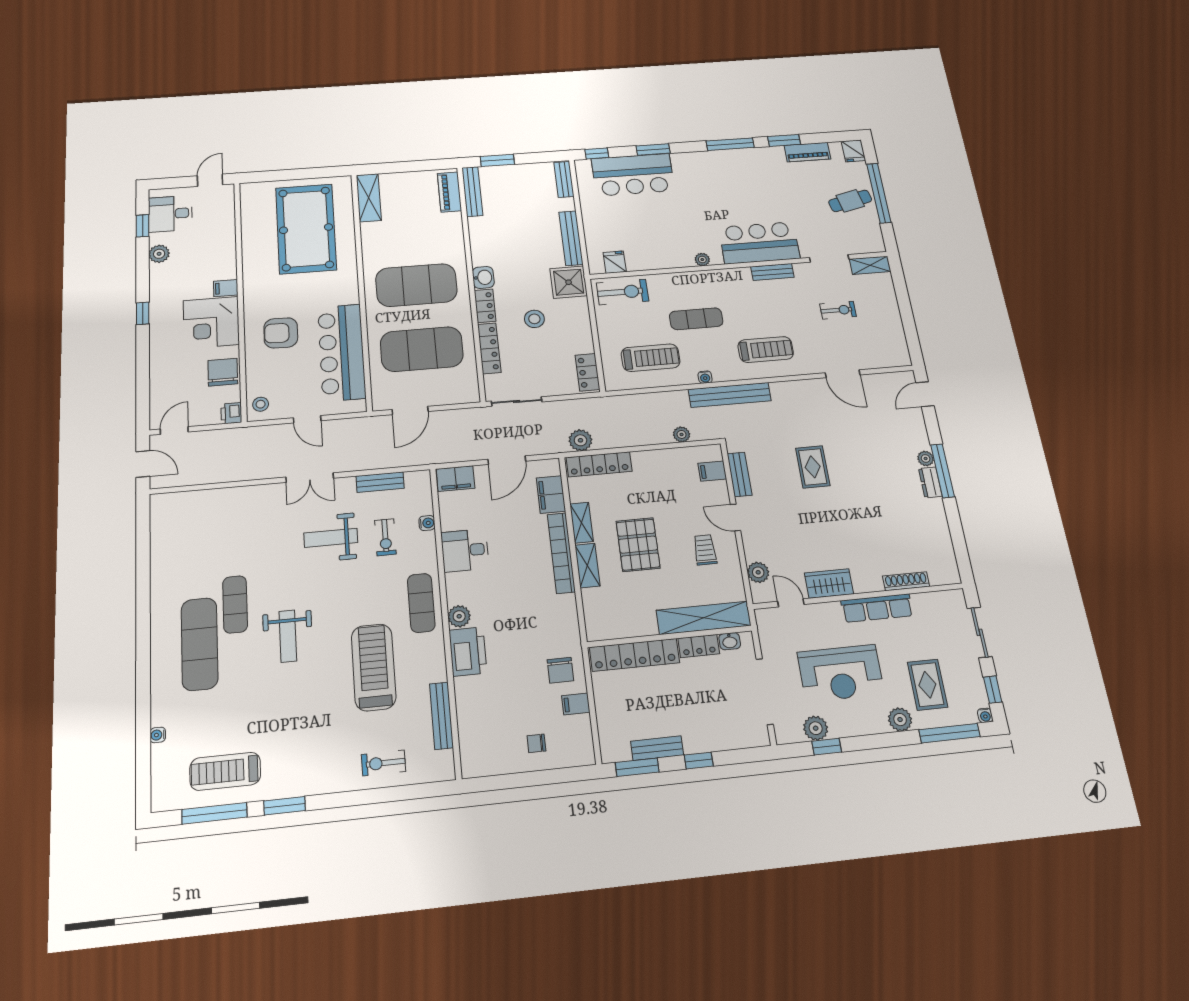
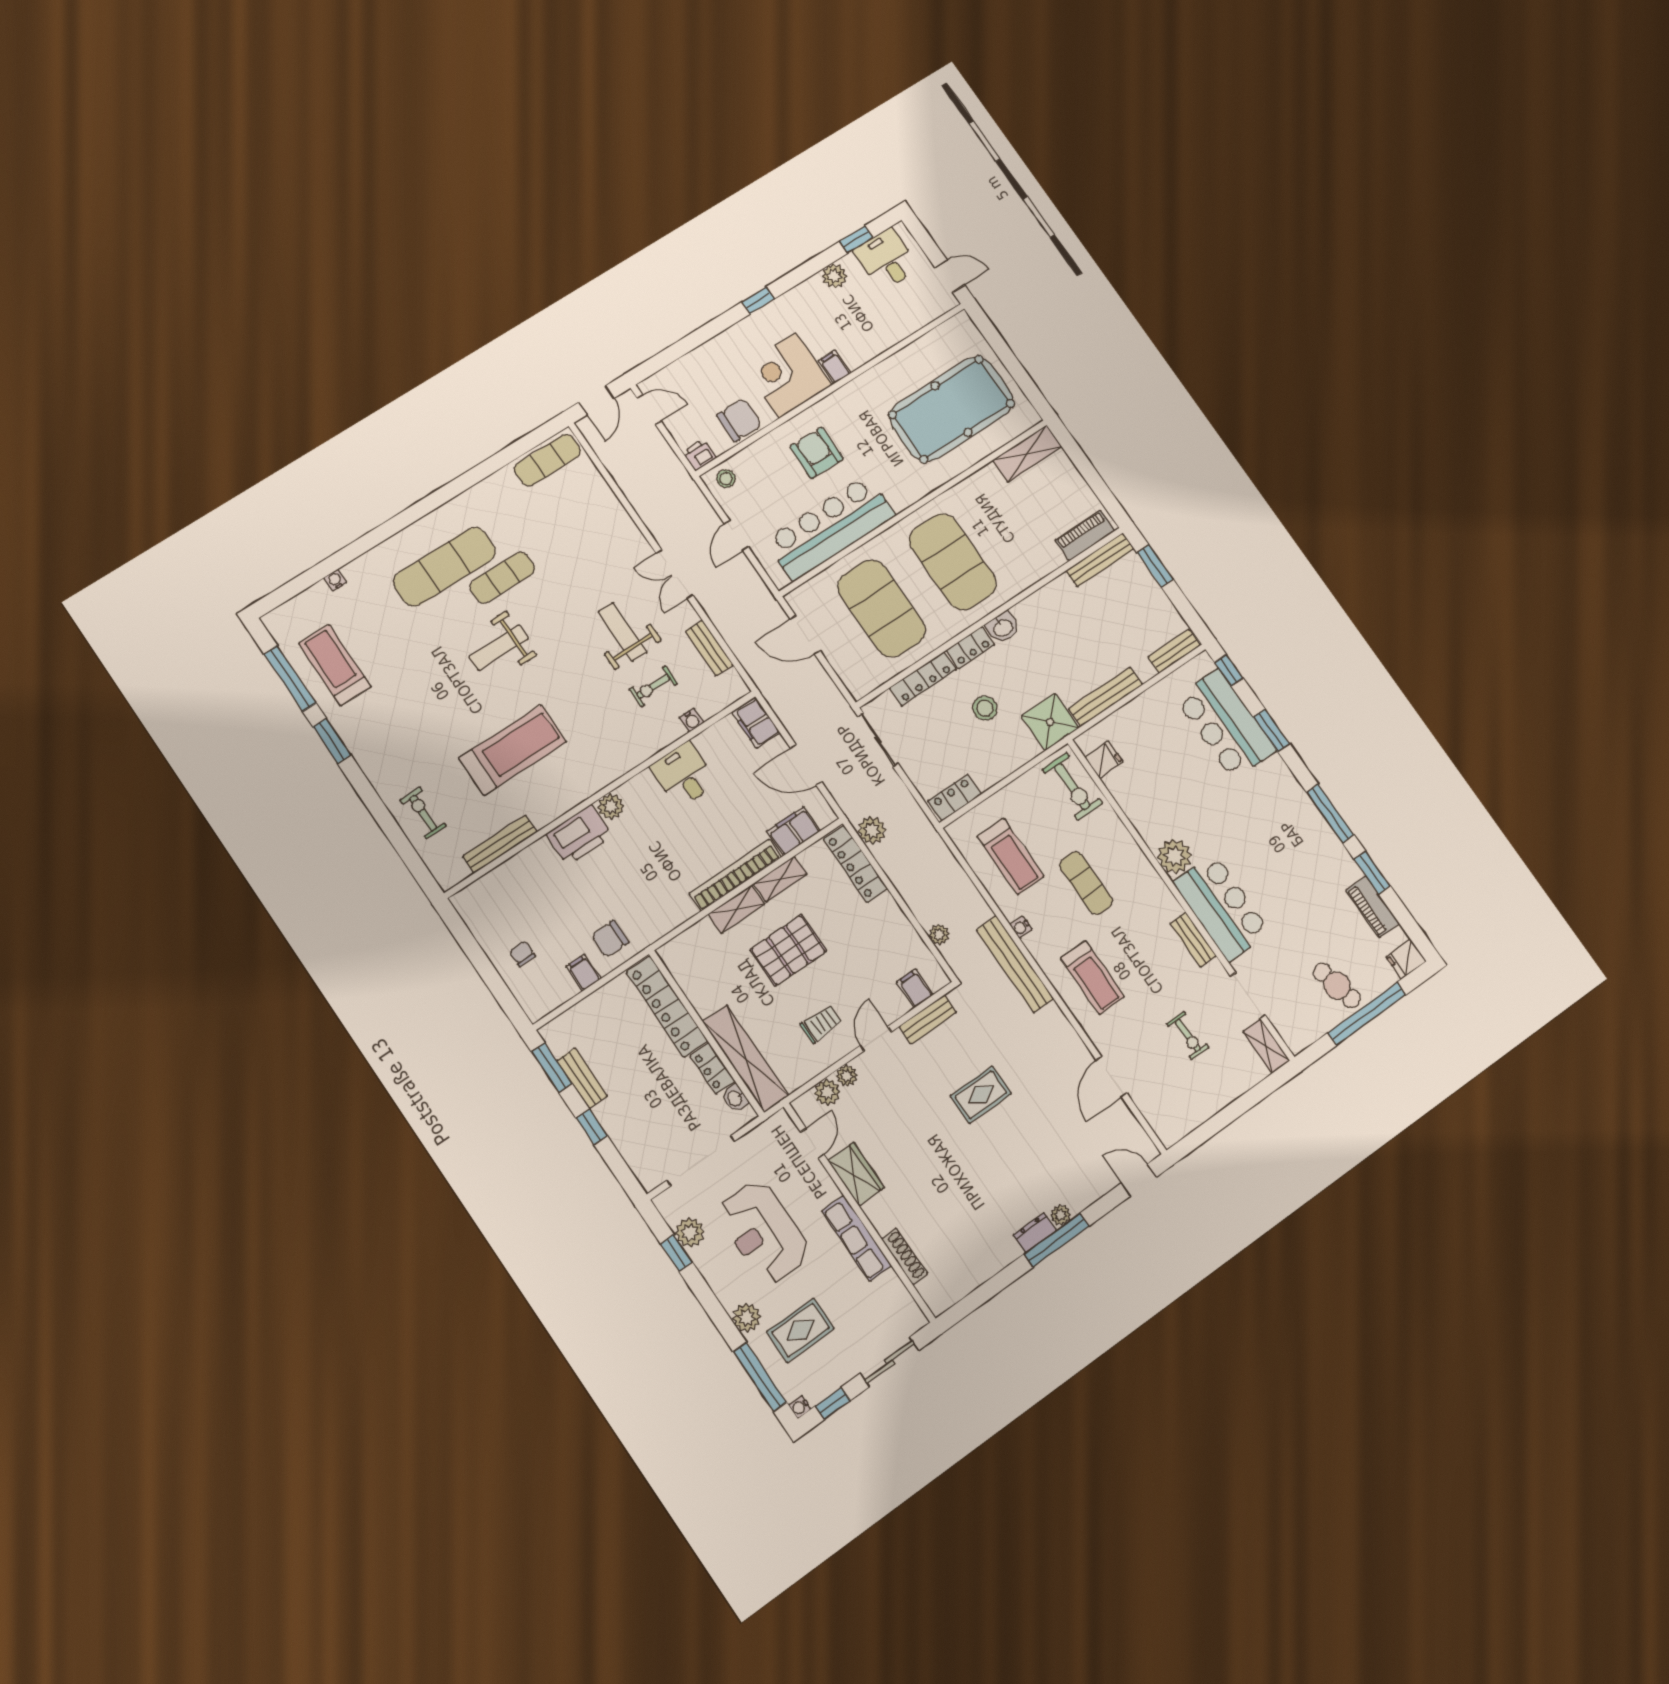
plant: (702, 260) -> (1175, 856), width x1.87, depth x1.87
plant: (753, 552) -> (847, 1076), added
exercise mat: (421, 603) -> (547, 460), moved

